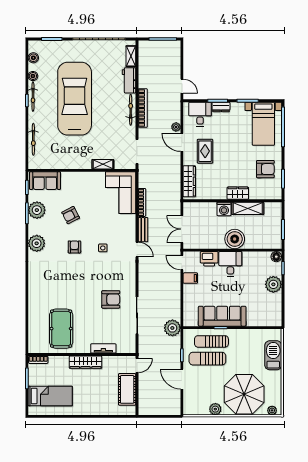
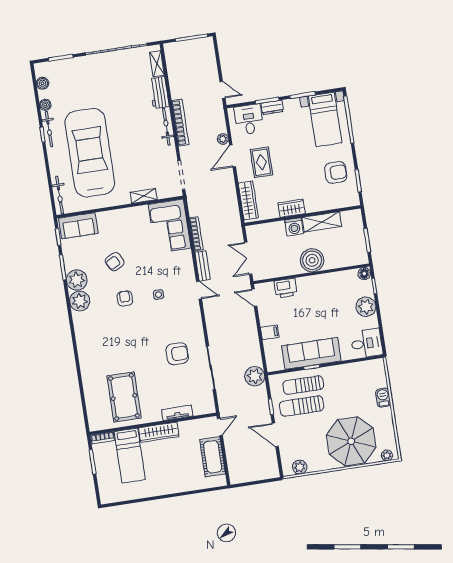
car: (75, 99) -> (90, 153), moved
bicycle: (33, 139) -> (60, 195), moved
door: (182, 142) -> (233, 156), hinge flipped
wardrobe: (238, 193) -> (292, 208), moved
plant: (37, 210) -> (77, 280), moved
desk: (230, 264) -> (367, 343), moved, turned 90
filing cabinet: (190, 278) -> (270, 332), moved
barbecue: (273, 355) -> (383, 398), width x0.53, depth x0.65
bed: (50, 396) -> (130, 456), moved, turned 90
plant: (215, 409) -> (300, 467), moved

